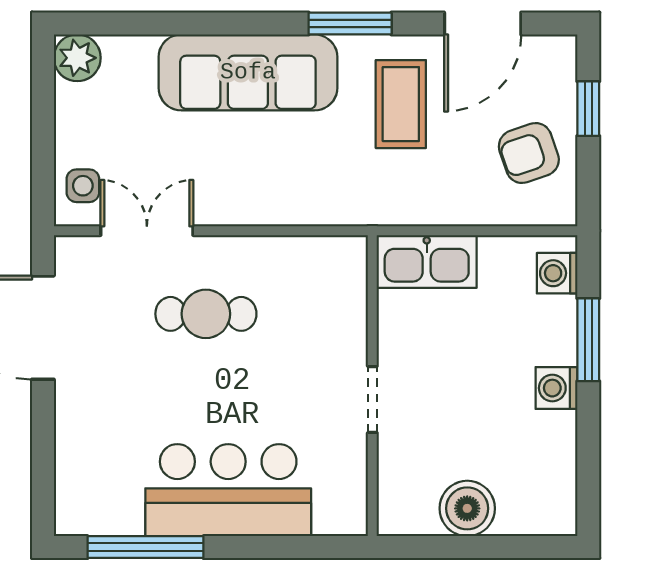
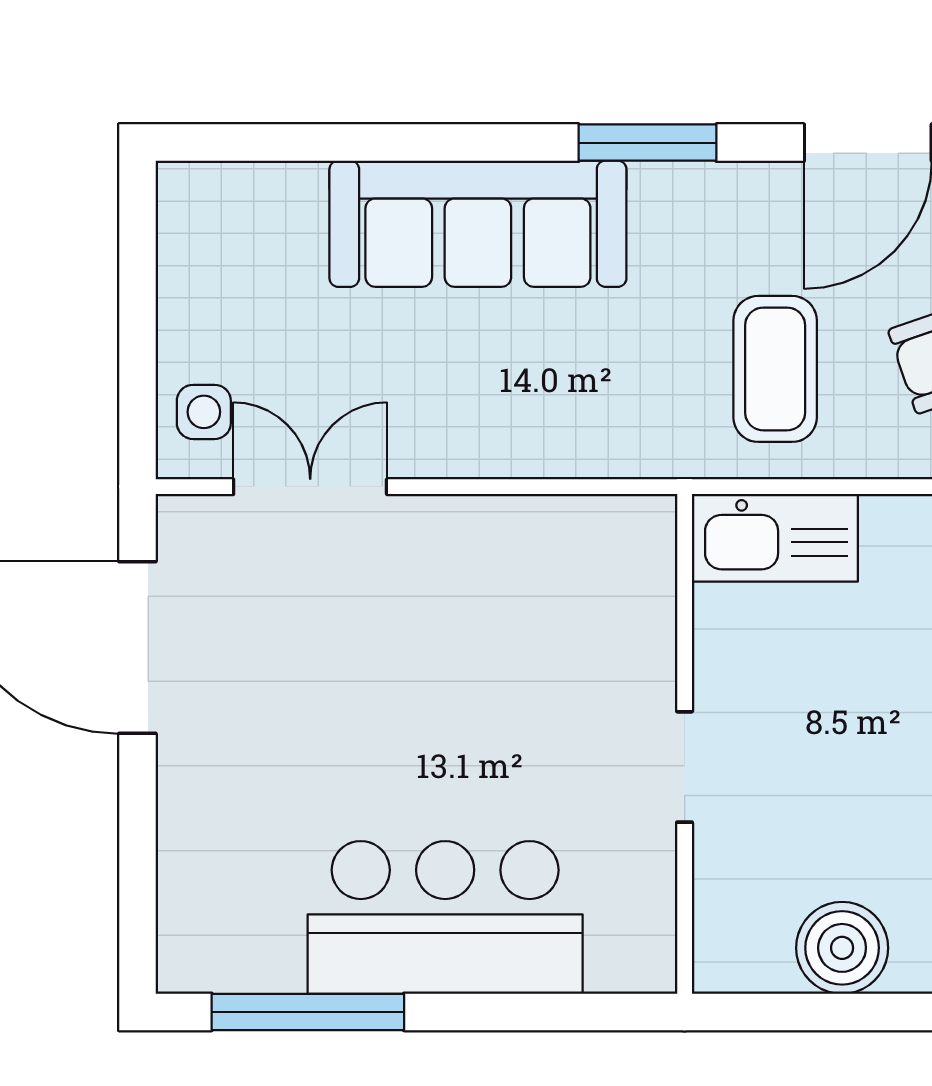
plant: (77, 58) -> (194, 200), removed
coffee table: (401, 104) -> (775, 369), moved
cafe table: (206, 314) -> (408, 625), removed

